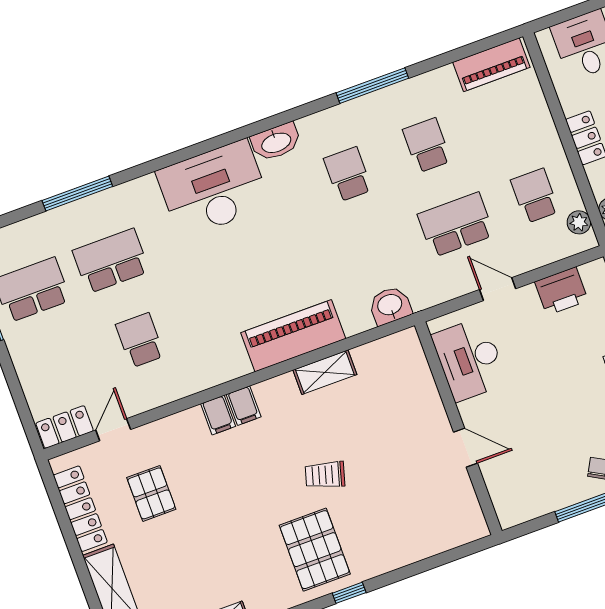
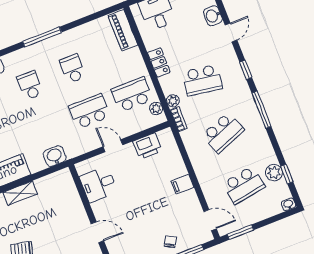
piano: (491, 65) -> (123, 30), moved, turned 90
school desk: (535, 196) -> (132, 95), width x1.85
desk: (469, 359) -> (98, 184), width x0.73

